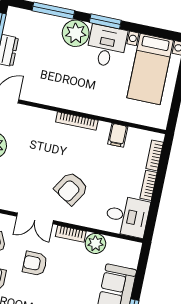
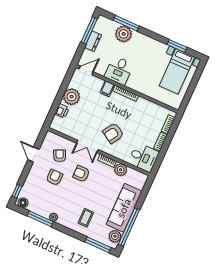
window: (105, 21) -> (177, 46), moved
plant: (76, 33) -> (124, 34), moved
desk: (106, 46) -> (119, 70), moved, turned 180
filing cabinet: (118, 135) -> (107, 89), moved

